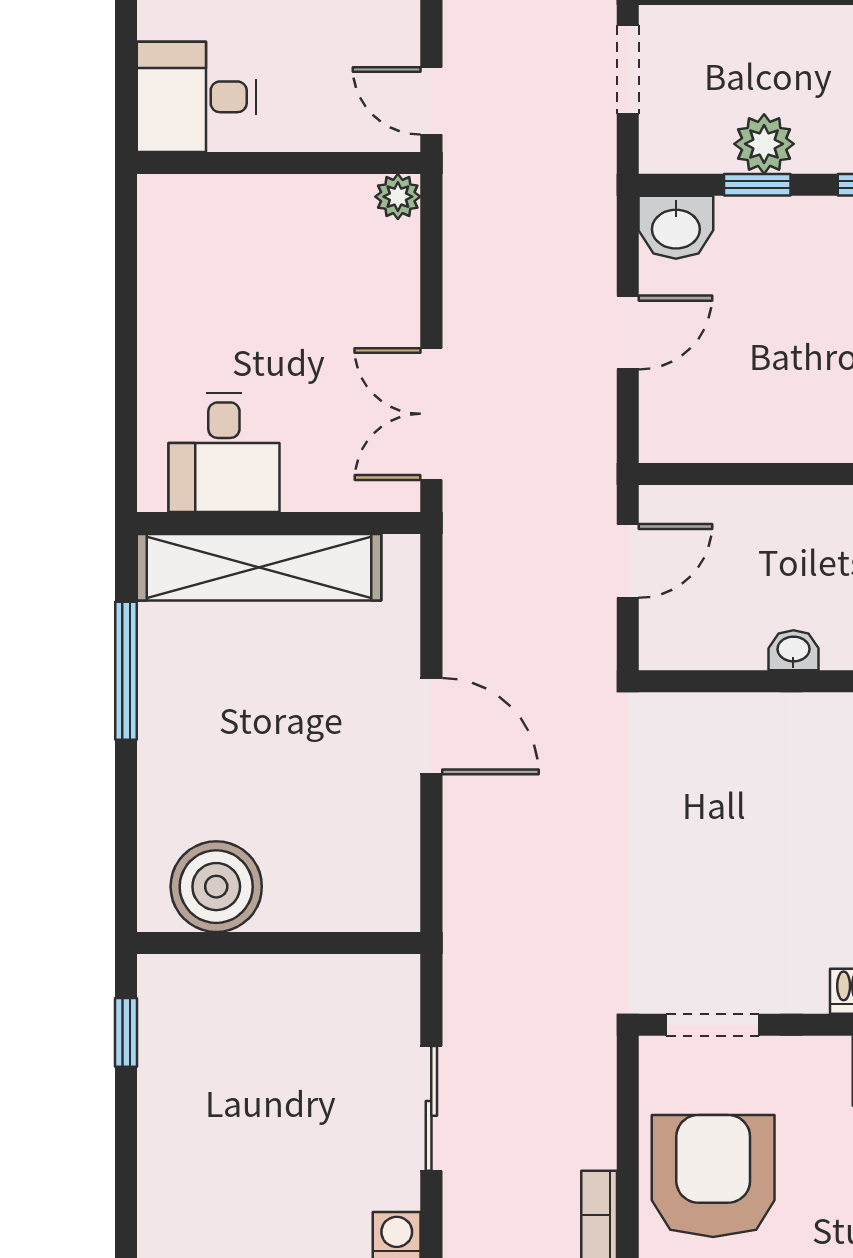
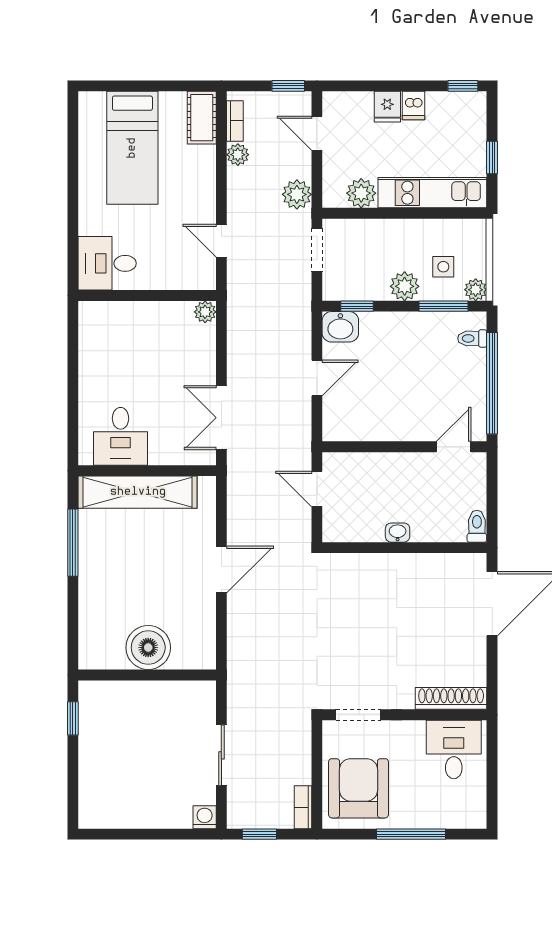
door: (431, 101) -> (221, 241), moved
plant: (764, 144) -> (405, 286), moved
window: (757, 185) -> (357, 306), moved
door: (628, 561) -> (317, 489), swing flipped
door: (431, 726) -> (221, 569), hinge flipped
boiler: (216, 887) -> (148, 648), moved

